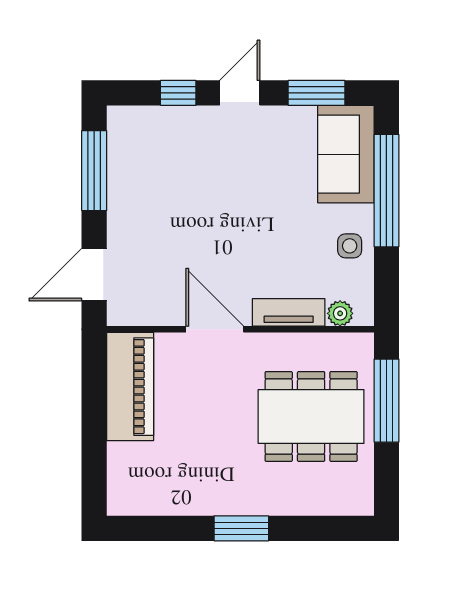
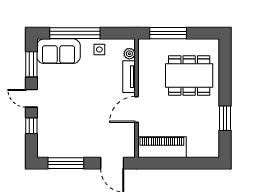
dining table: (311, 416) -> (189, 76), moved, turned 90
window: (241, 528) -> (225, 118), moved

